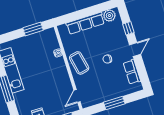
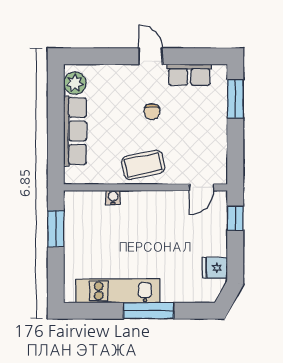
window: (128, 28) -> (109, 56), removed
door: (77, 96) -> (202, 187), hinge flipped
window: (114, 103) -> (235, 99), moved

